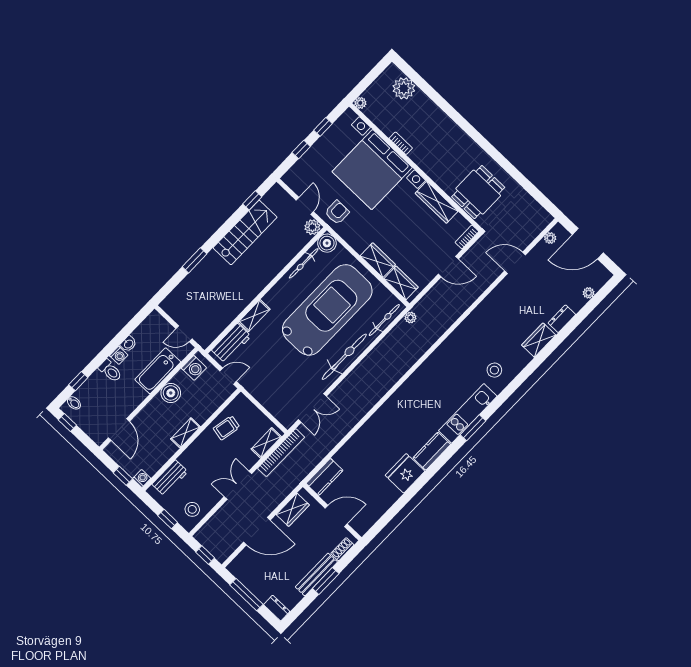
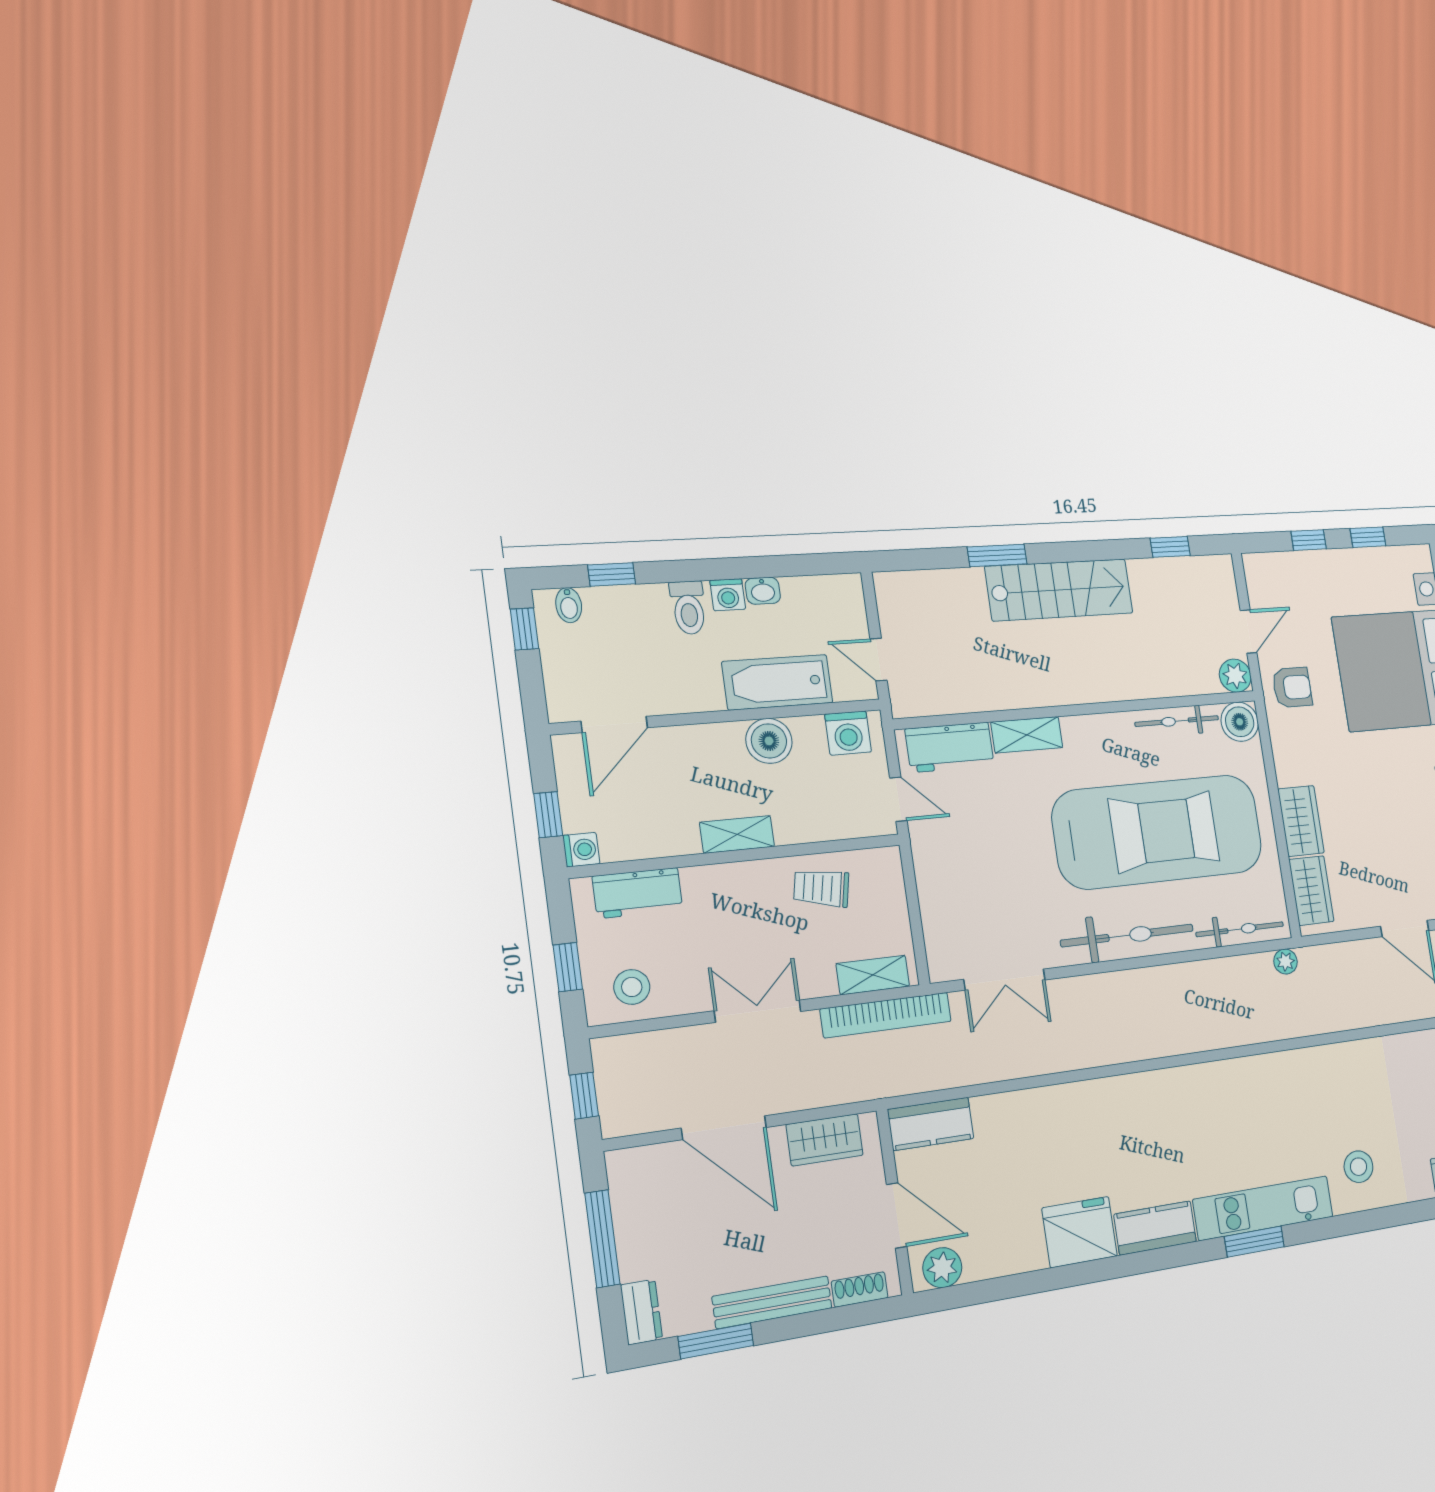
stairs: (245, 232) -> (1059, 590), moved
plant: (365, 521) -> (942, 1268), added
window: (326, 581) -> (716, 1341), moved

